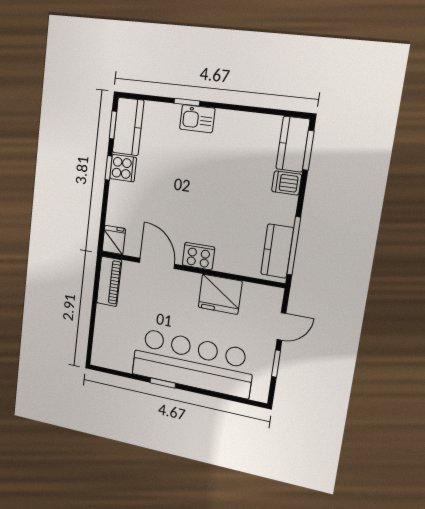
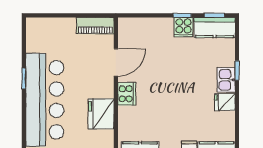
fridge: (114, 240) -> (225, 102), moved, turned 180

